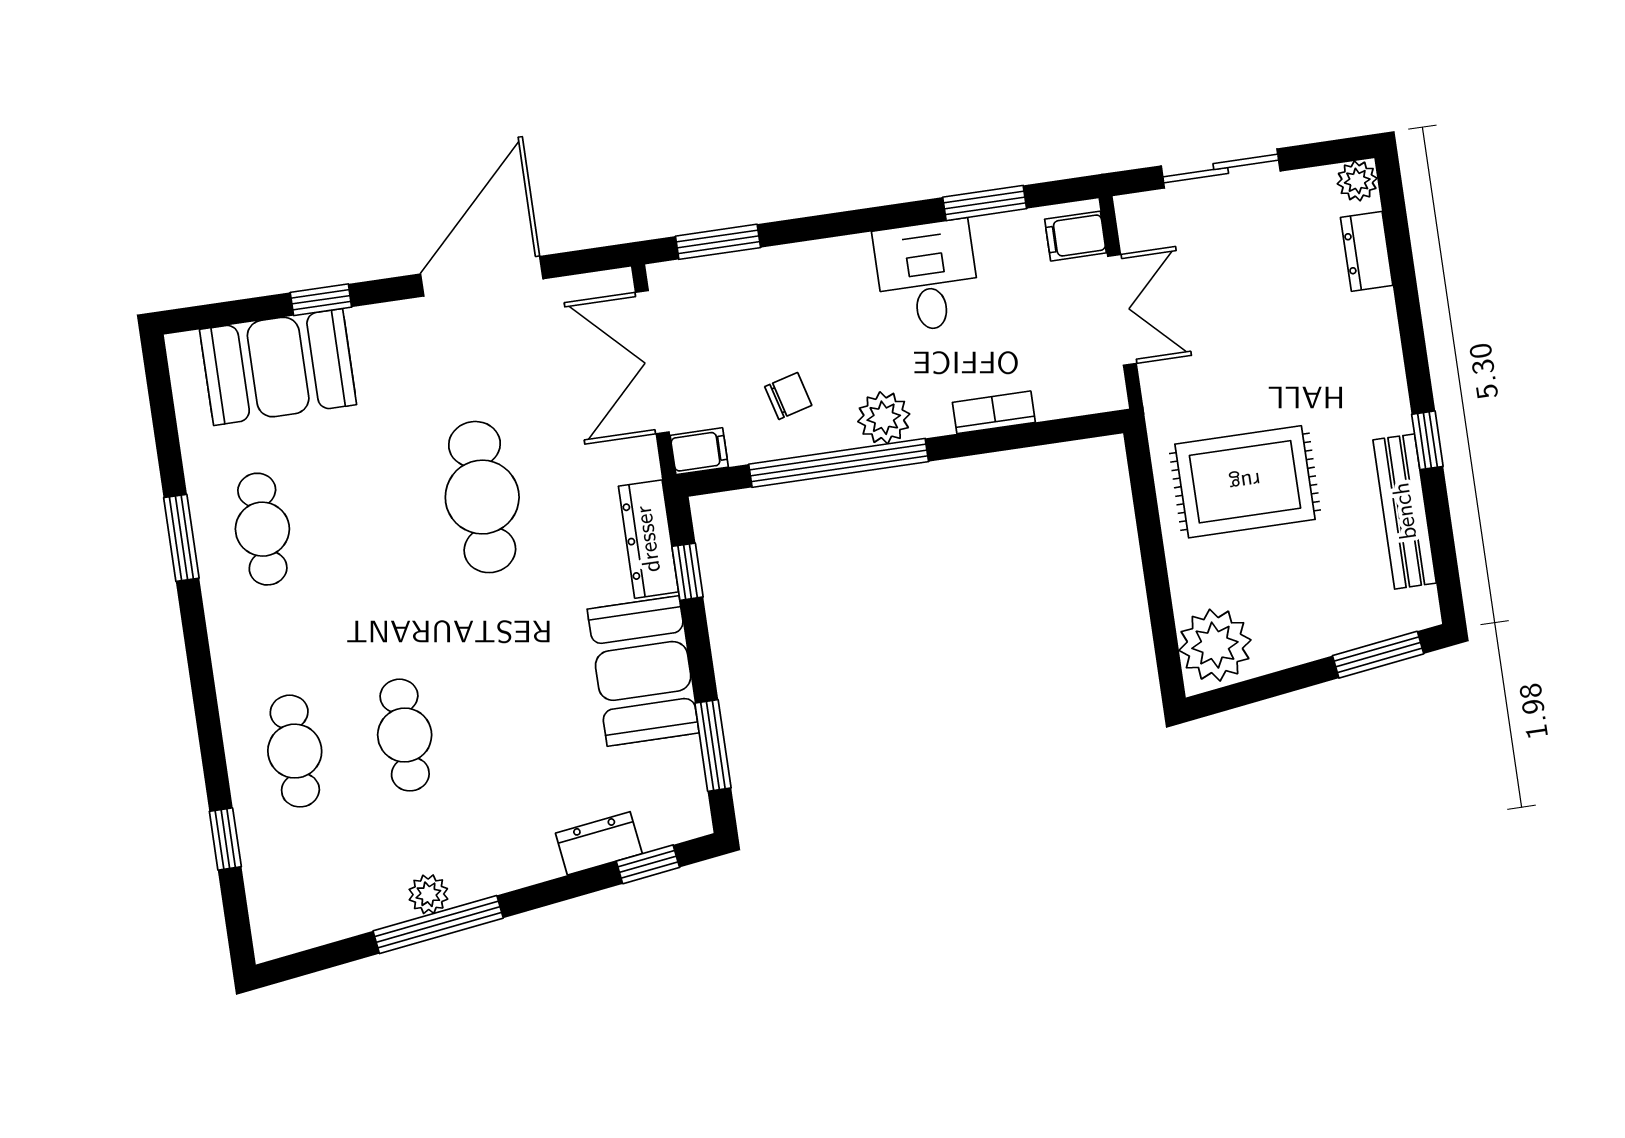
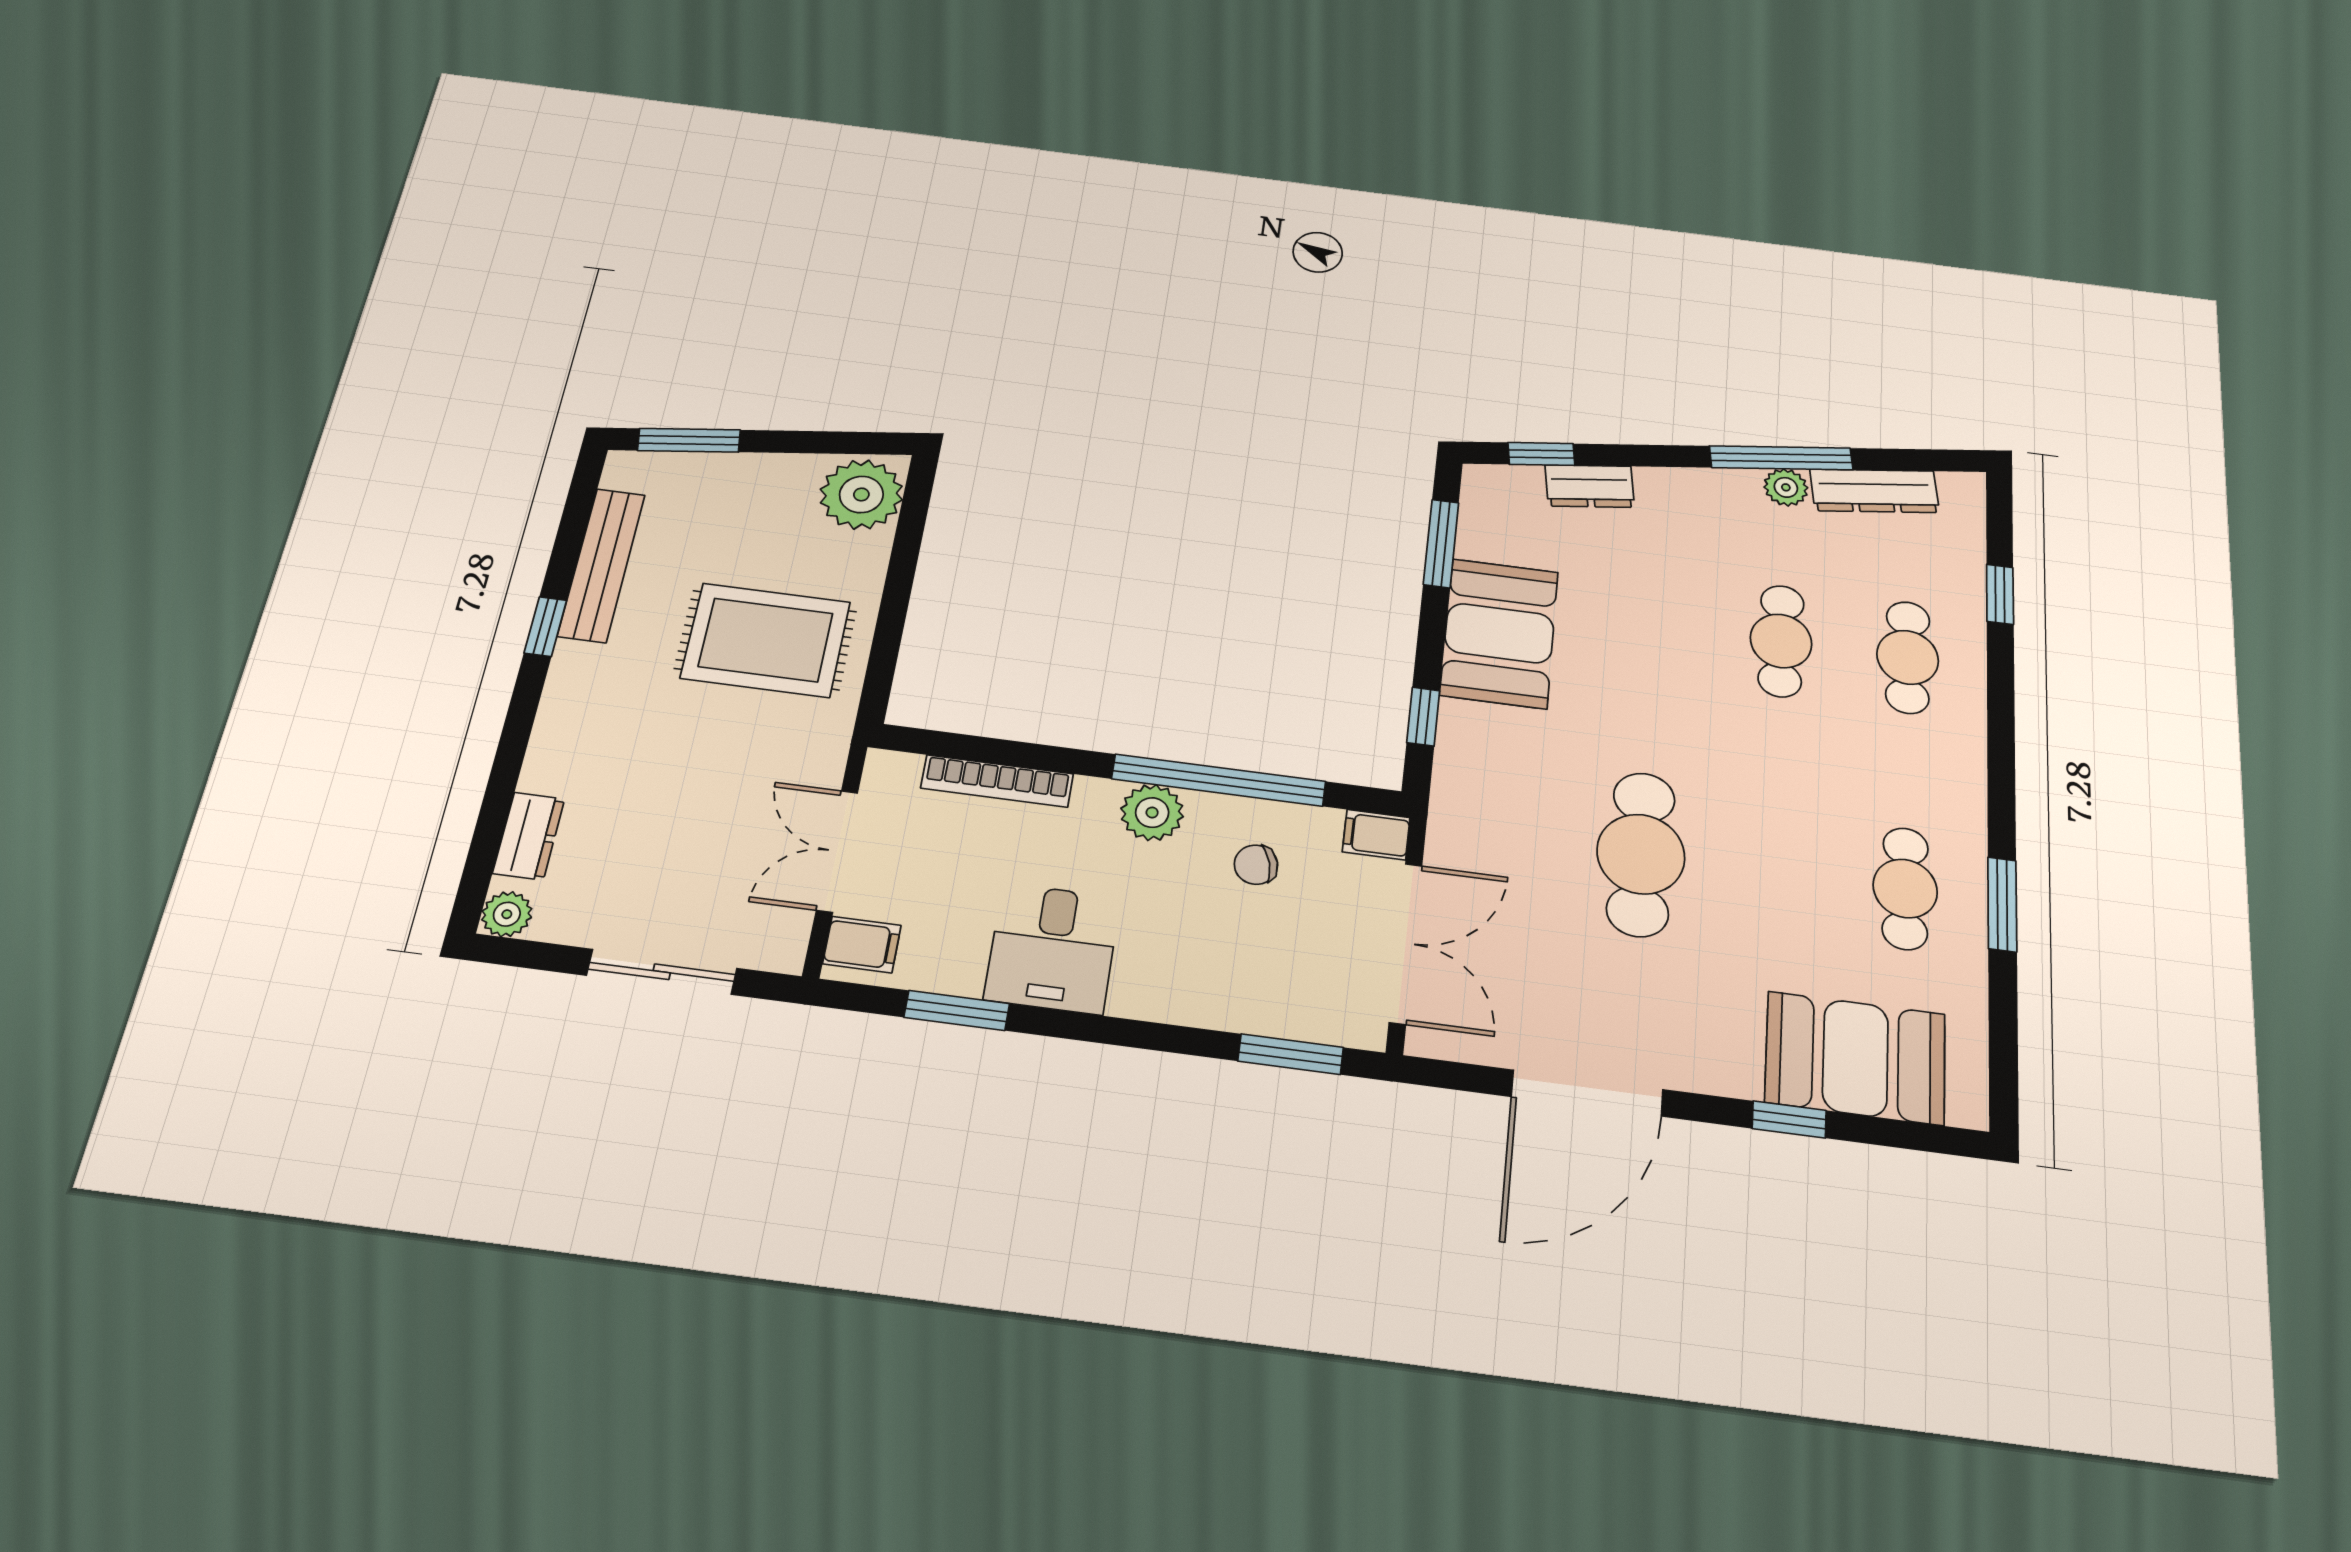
bookcase: (994, 412) -> (997, 781), width x1.56
dresser: (648, 539) -> (1874, 491), moved, turned 82

